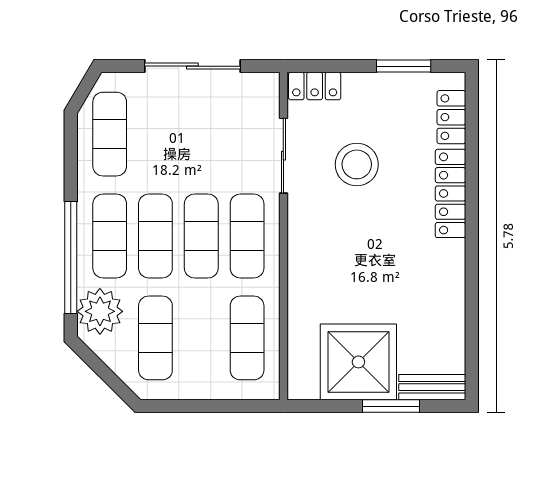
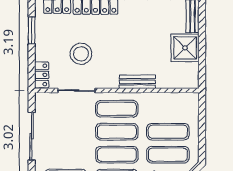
bench: (301, 277) -> (137, 82), added
exercise mat: (247, 338) -> (168, 132), moved
shower: (358, 362) -> (185, 48), width x0.73, depth x0.73
window: (391, 406) -> (202, 37), removed

